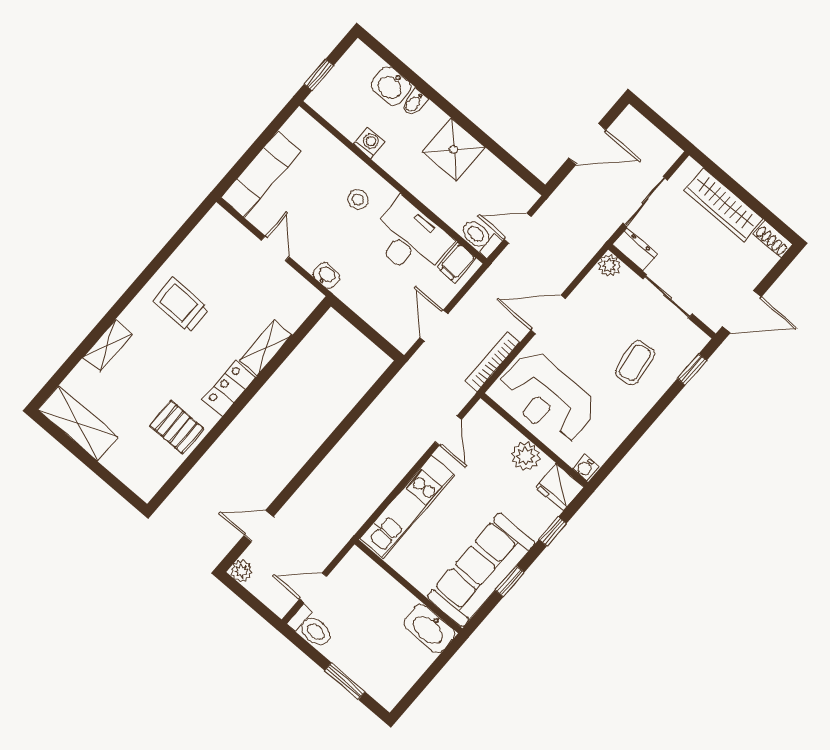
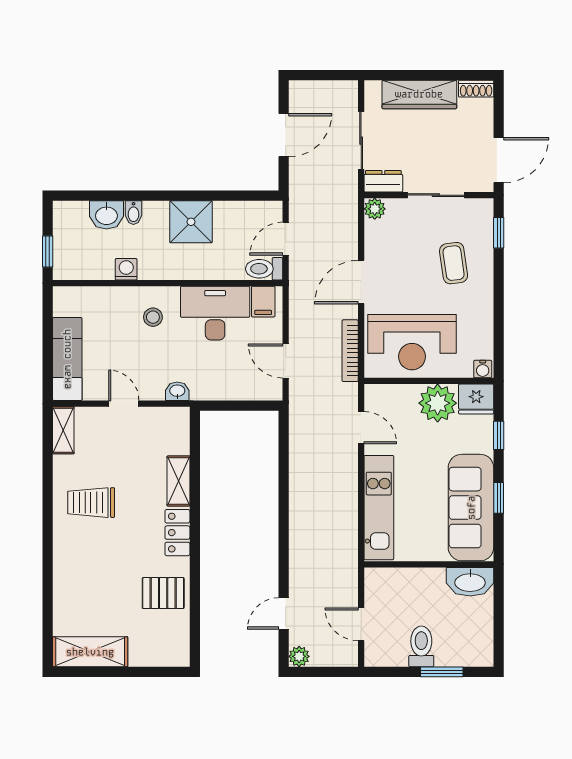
shelving: (108, 346) -> (63, 430), moved
plant: (526, 456) -> (438, 403), width x1.36, depth x1.36
door: (313, 588) -> (361, 624), hinge flipped
toilet: (311, 628) -> (421, 646), moved, turned -90

